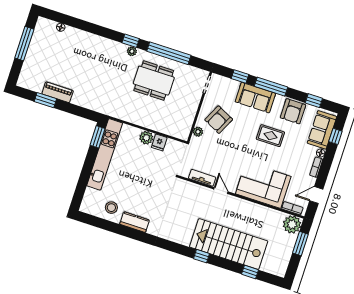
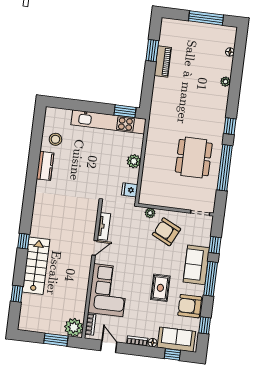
plant: (132, 51) -> (225, 82), moved
fridge: (159, 142) -> (130, 190), moved
stairs: (229, 244) -> (36, 266), width x0.73, depth x0.66

